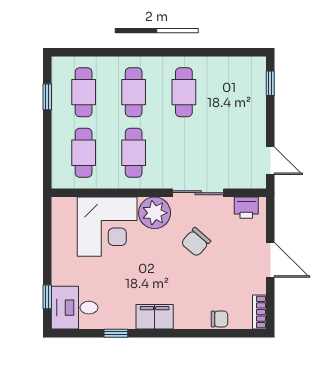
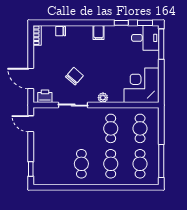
window: (47, 97) -> (161, 161), width x2.17
plant: (155, 213) -> (103, 98), width x0.53, depth x0.53
corner desk: (107, 227) -> (141, 85), moved
door: (270, 260) -> (31, 79), moved
window: (47, 297) -> (161, 44), width x2.17
filing cabinet: (155, 317) -> (99, 32), width x0.50
window: (75, 333) -> (145, 23), added

